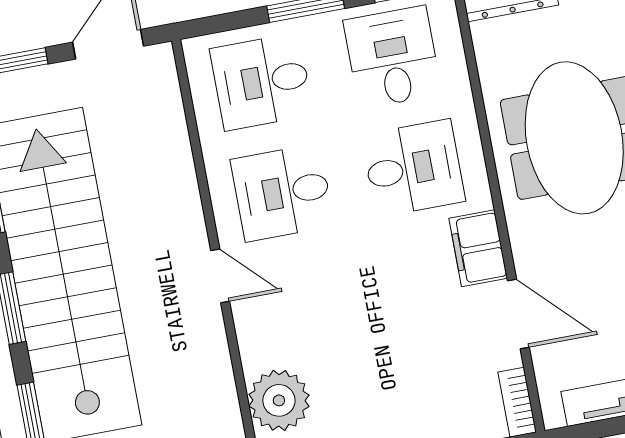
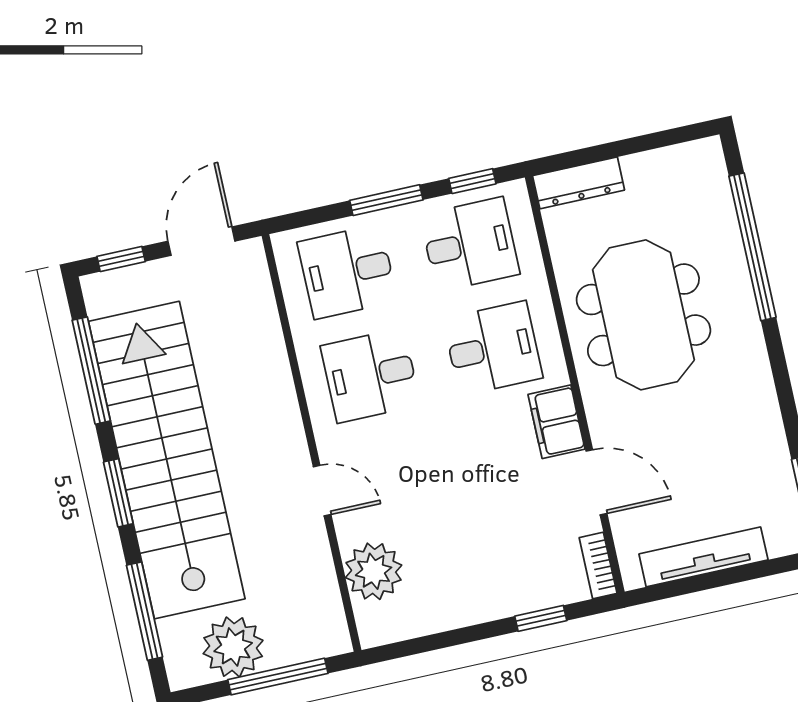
desk: (393, 57) -> (470, 244), turned 90
door: (220, 276) -> (322, 491), moved

